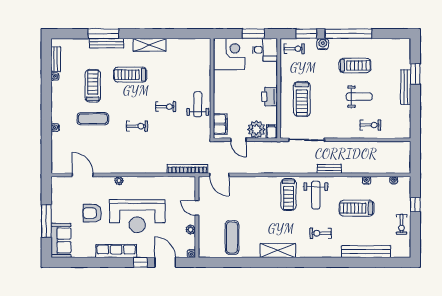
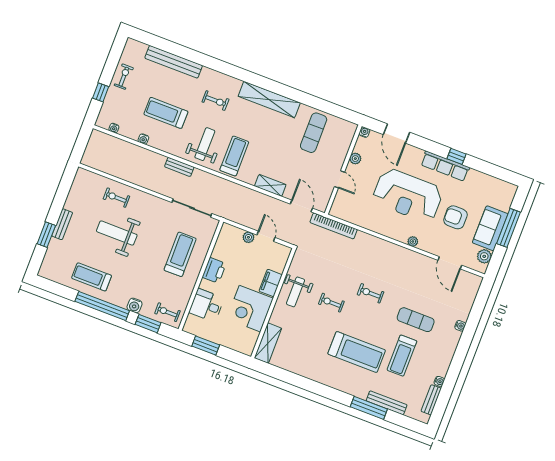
bench: (107, 43) -> (387, 403), moved
shelving: (150, 45) -> (268, 343), moved, turned 90
desk: (265, 50) -> (207, 305), moved
corner desk: (229, 54) -> (250, 309), moved
treadmill: (355, 65) -> (92, 277), moved
treadmill: (130, 75) -> (357, 352), width x1.37, depth x1.38
bench: (406, 87) -> (62, 224), width x0.73
weight bench: (359, 97) -> (117, 233), width x1.36, depth x1.33
filing cabinet: (220, 124) -> (271, 283), moved
plant: (256, 129) -> (248, 237), width x0.53, depth x0.53
filing cabinet: (271, 132) -> (227, 232), removed
shelving: (251, 182) -> (270, 185), added
plant: (57, 191) -> (484, 256), added
treadmill: (357, 208) -> (166, 113), turned 180
armchair: (92, 213) -> (455, 217), turned 180
reception desk: (137, 216) -> (408, 195), turned 180
sofa: (61, 240) -> (490, 228), moved
shelving: (278, 251) -> (269, 100), width x1.47
window: (140, 262) -> (457, 156), moved

